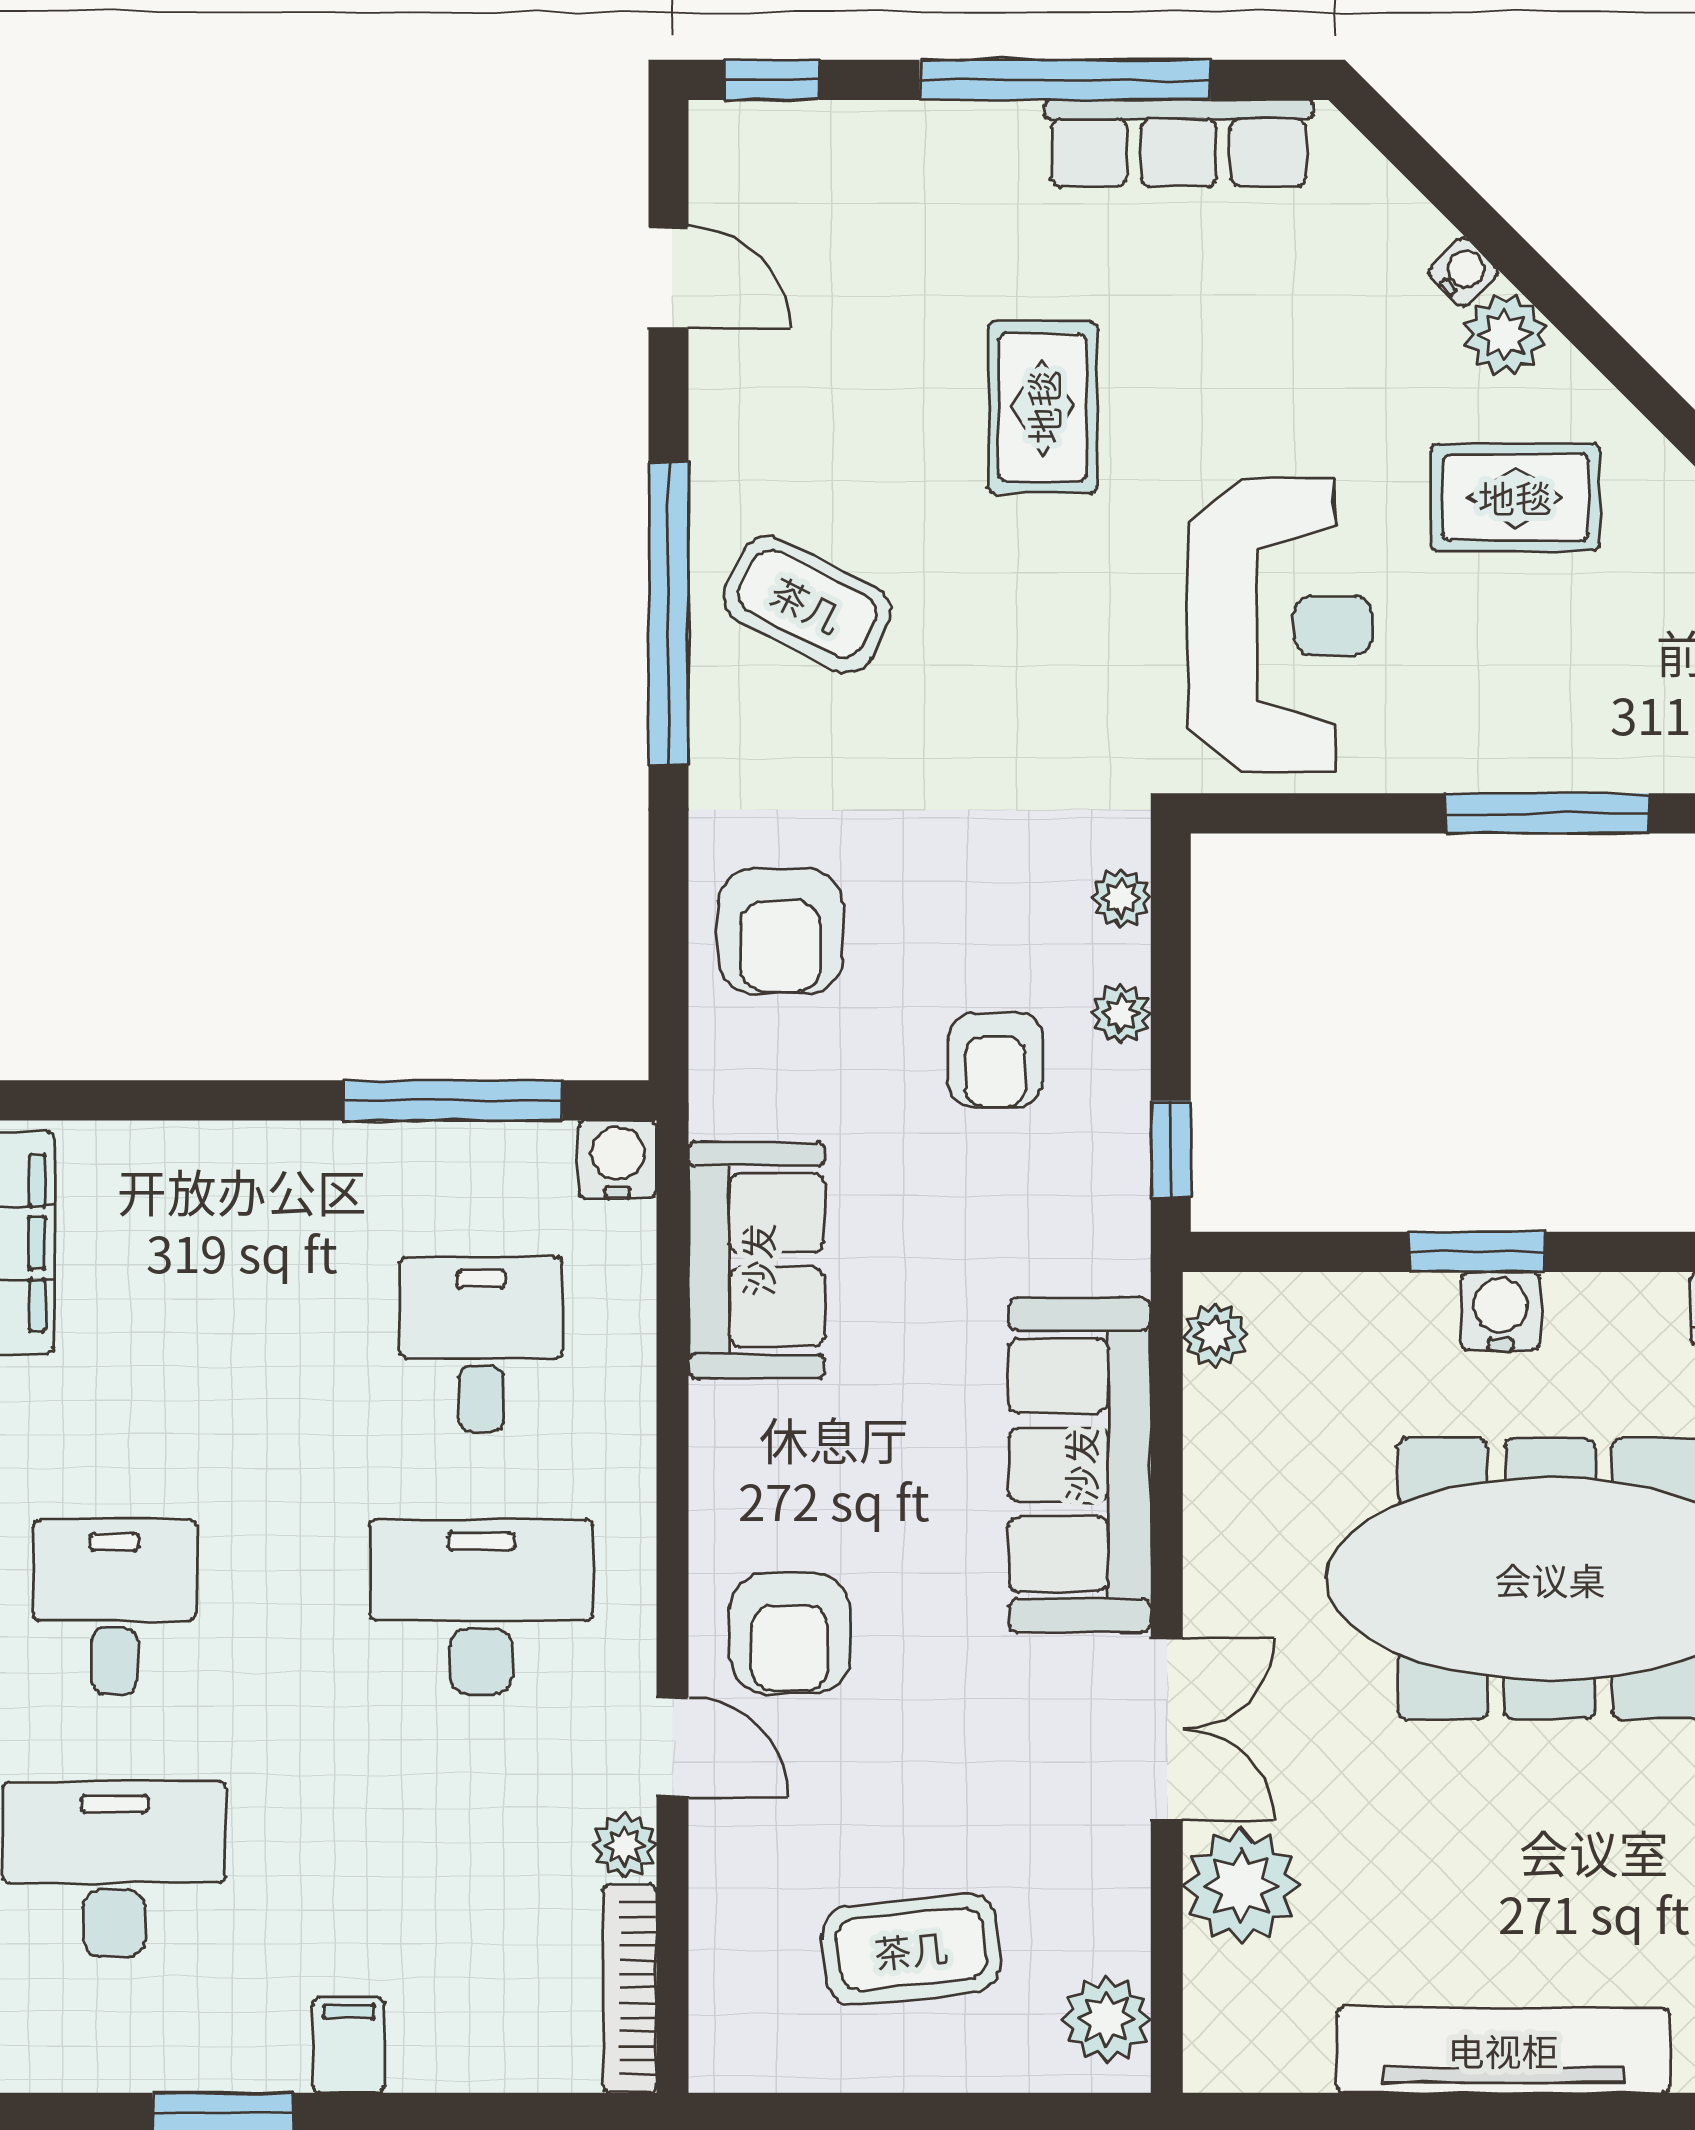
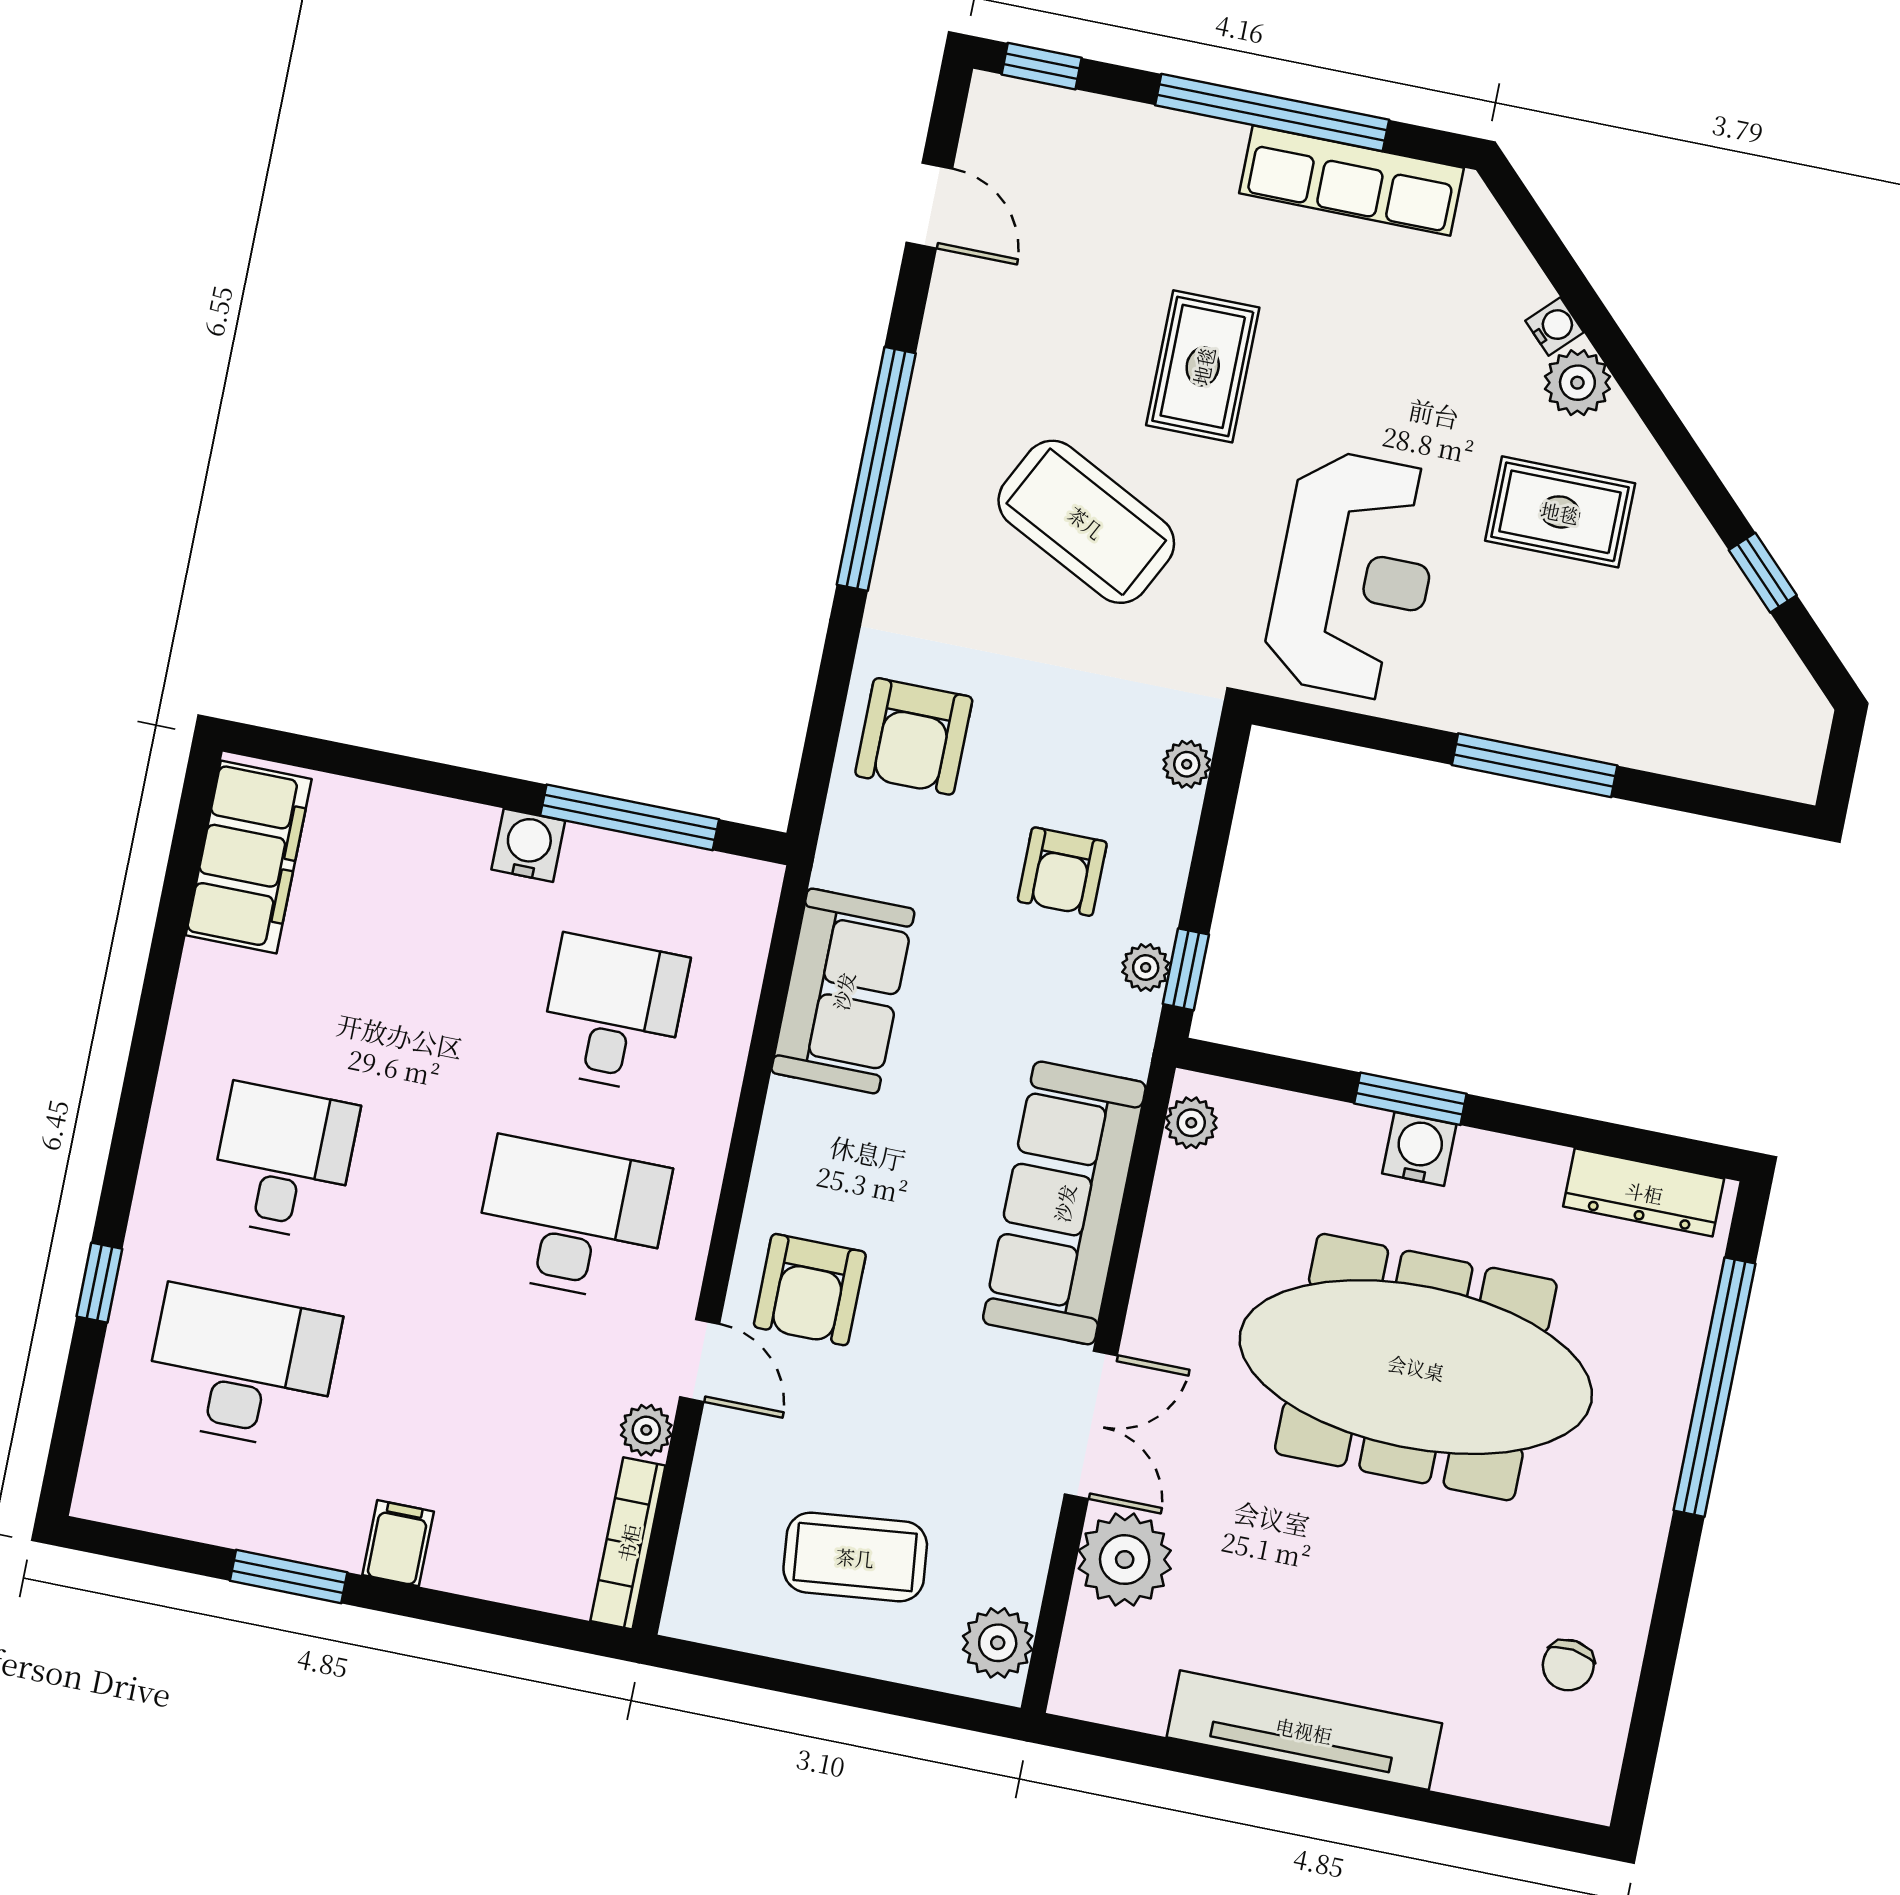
coffee table: (807, 604) -> (1086, 522), moved, width x1.36, depth x1.32
plant: (1121, 1014) -> (1146, 967), moved
water cooler: (617, 1159) -> (528, 845), moved

